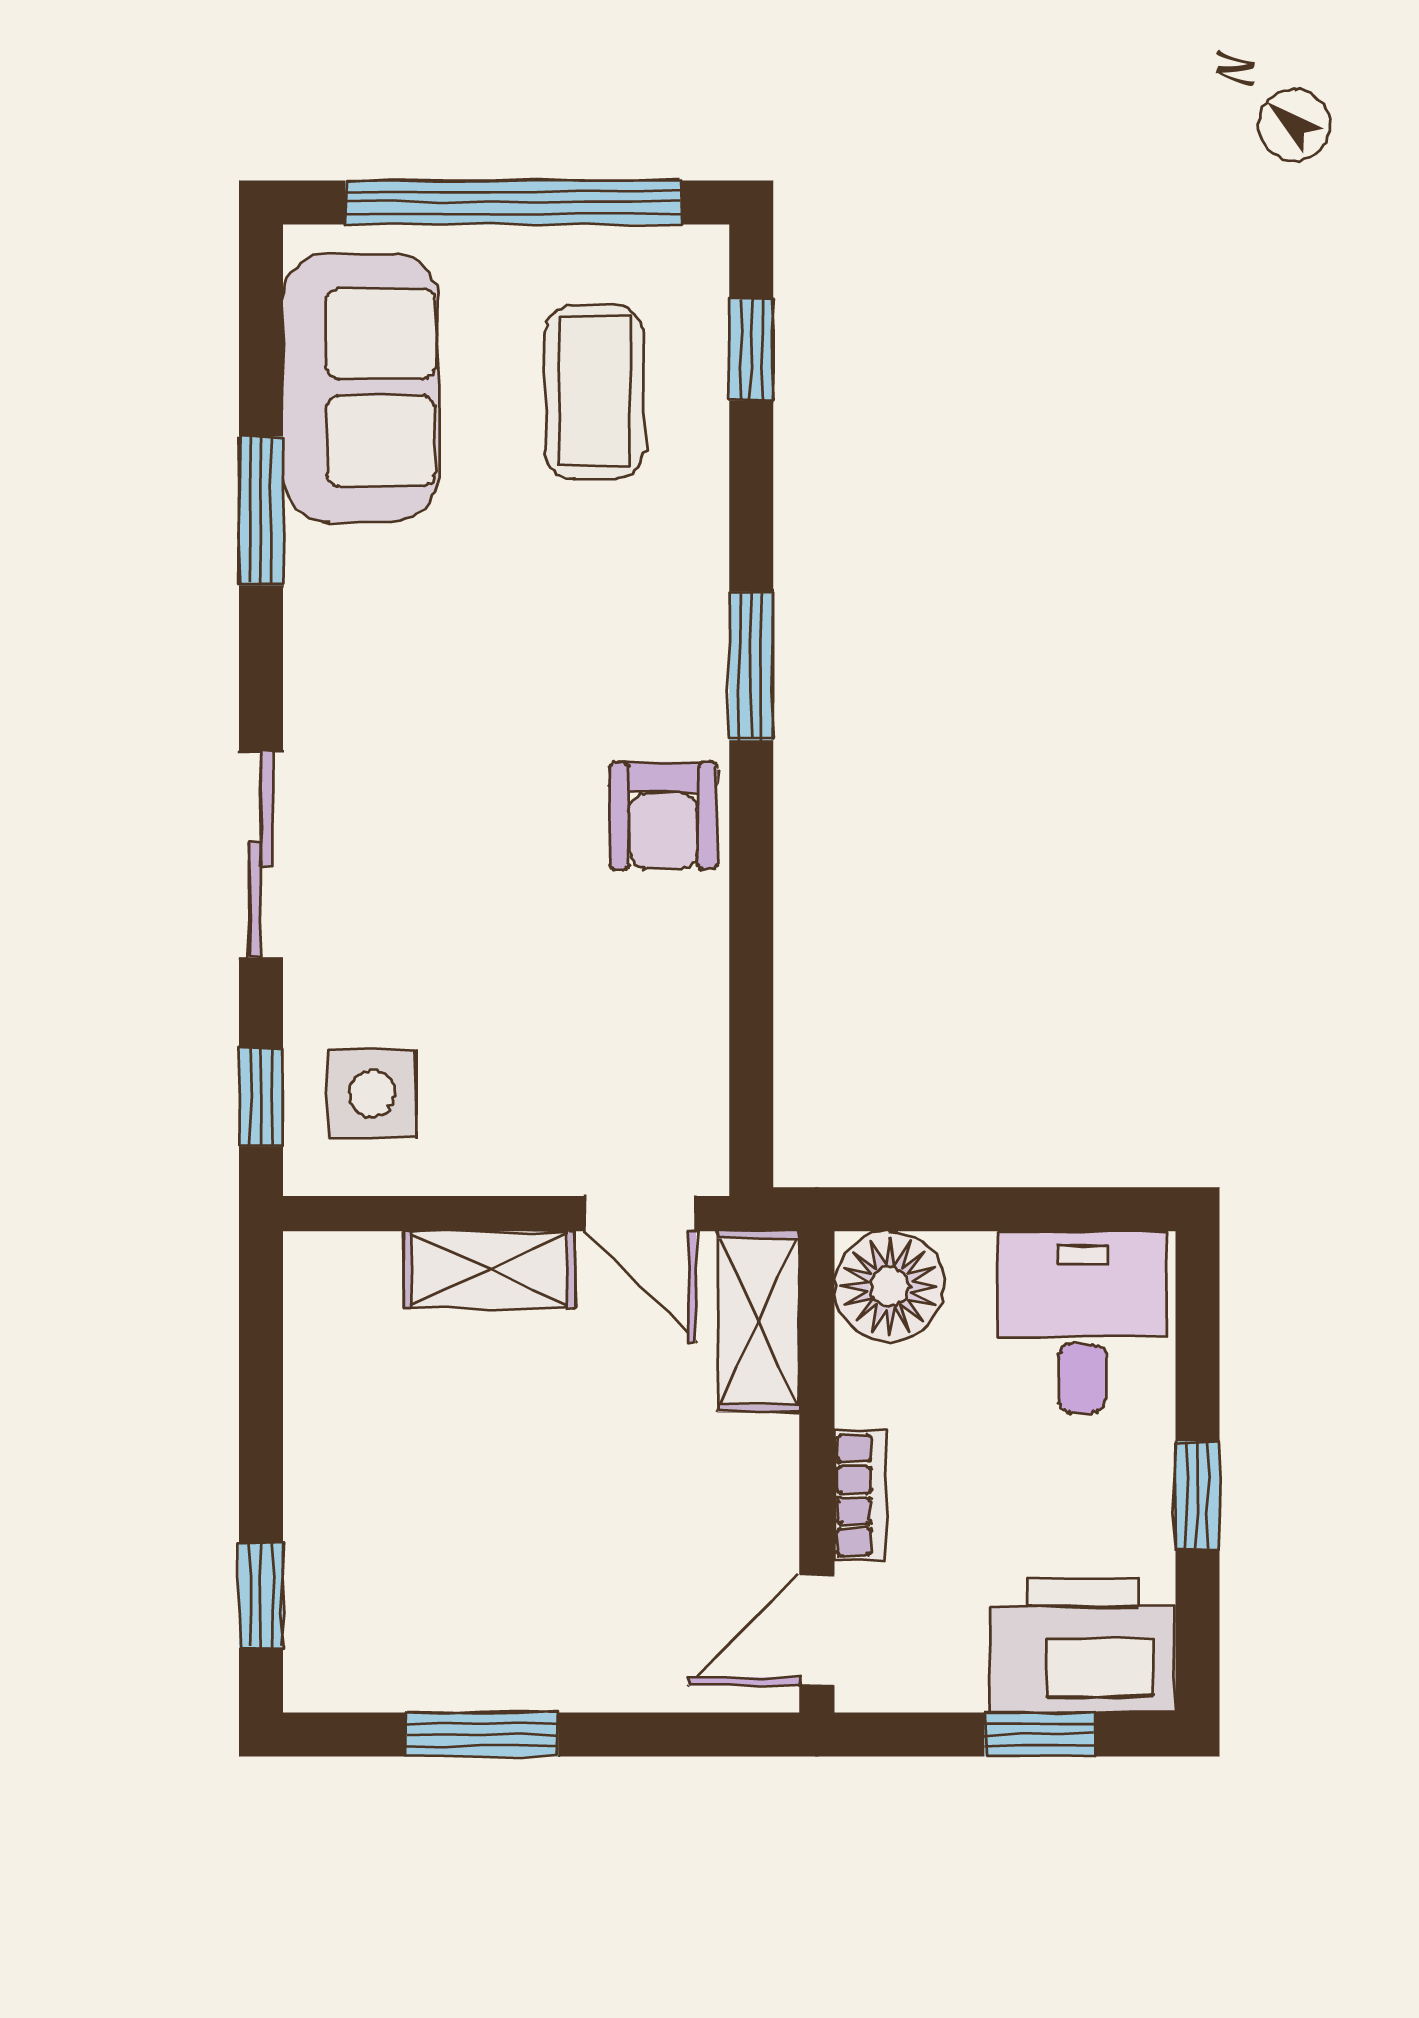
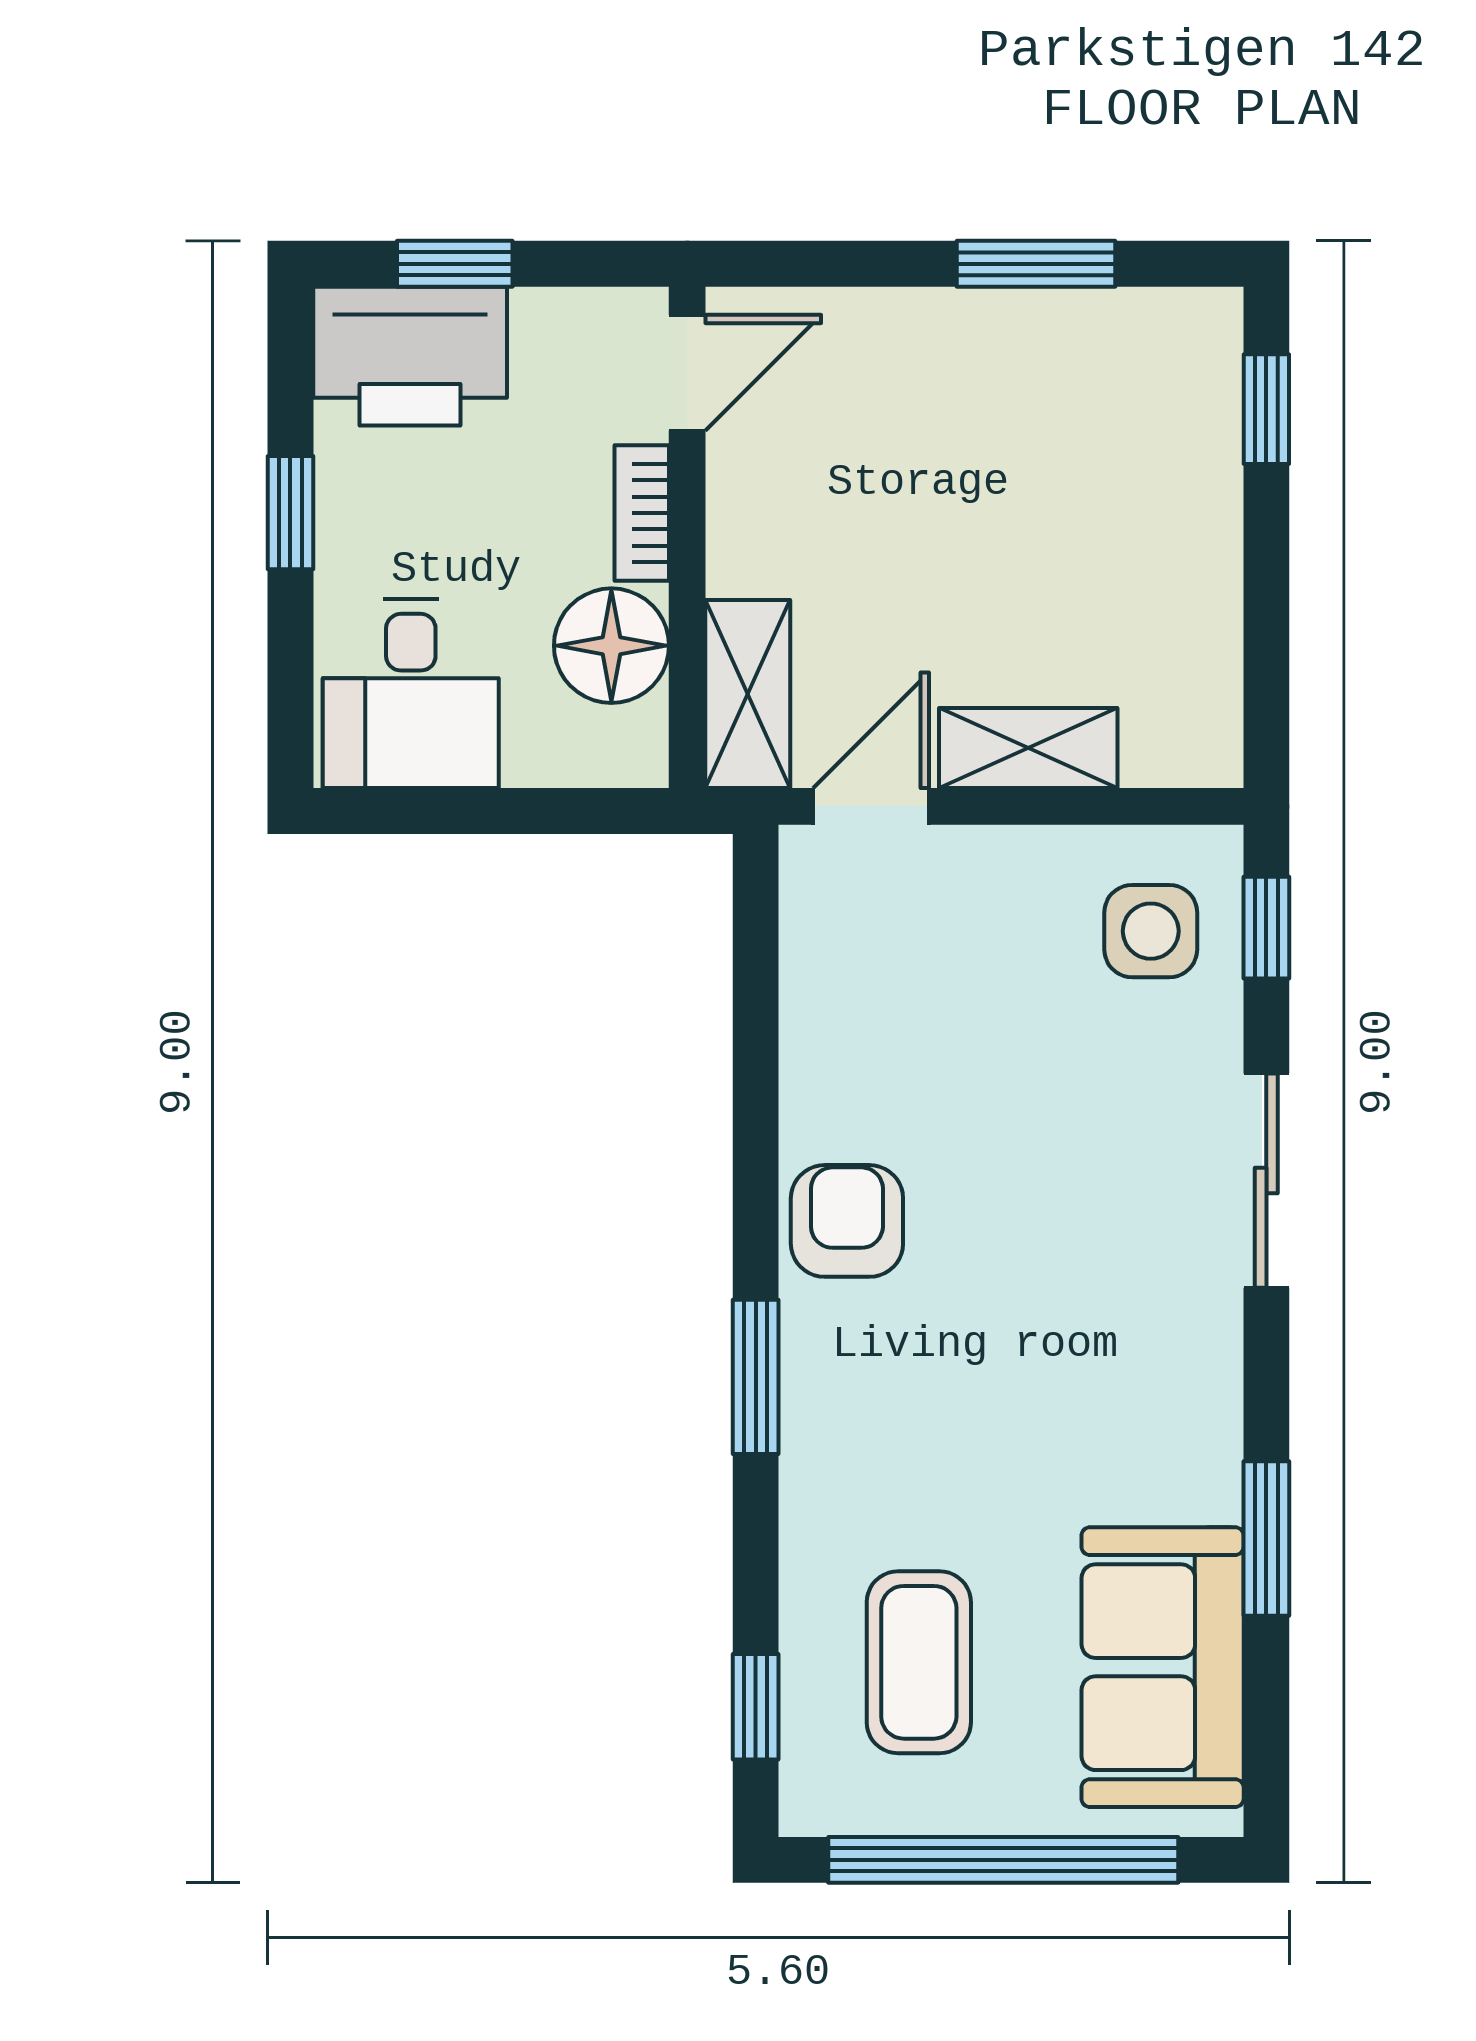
door: (640, 1214) -> (871, 806), hinge flipped
floor lamp: (889, 1286) -> (611, 646), moved

